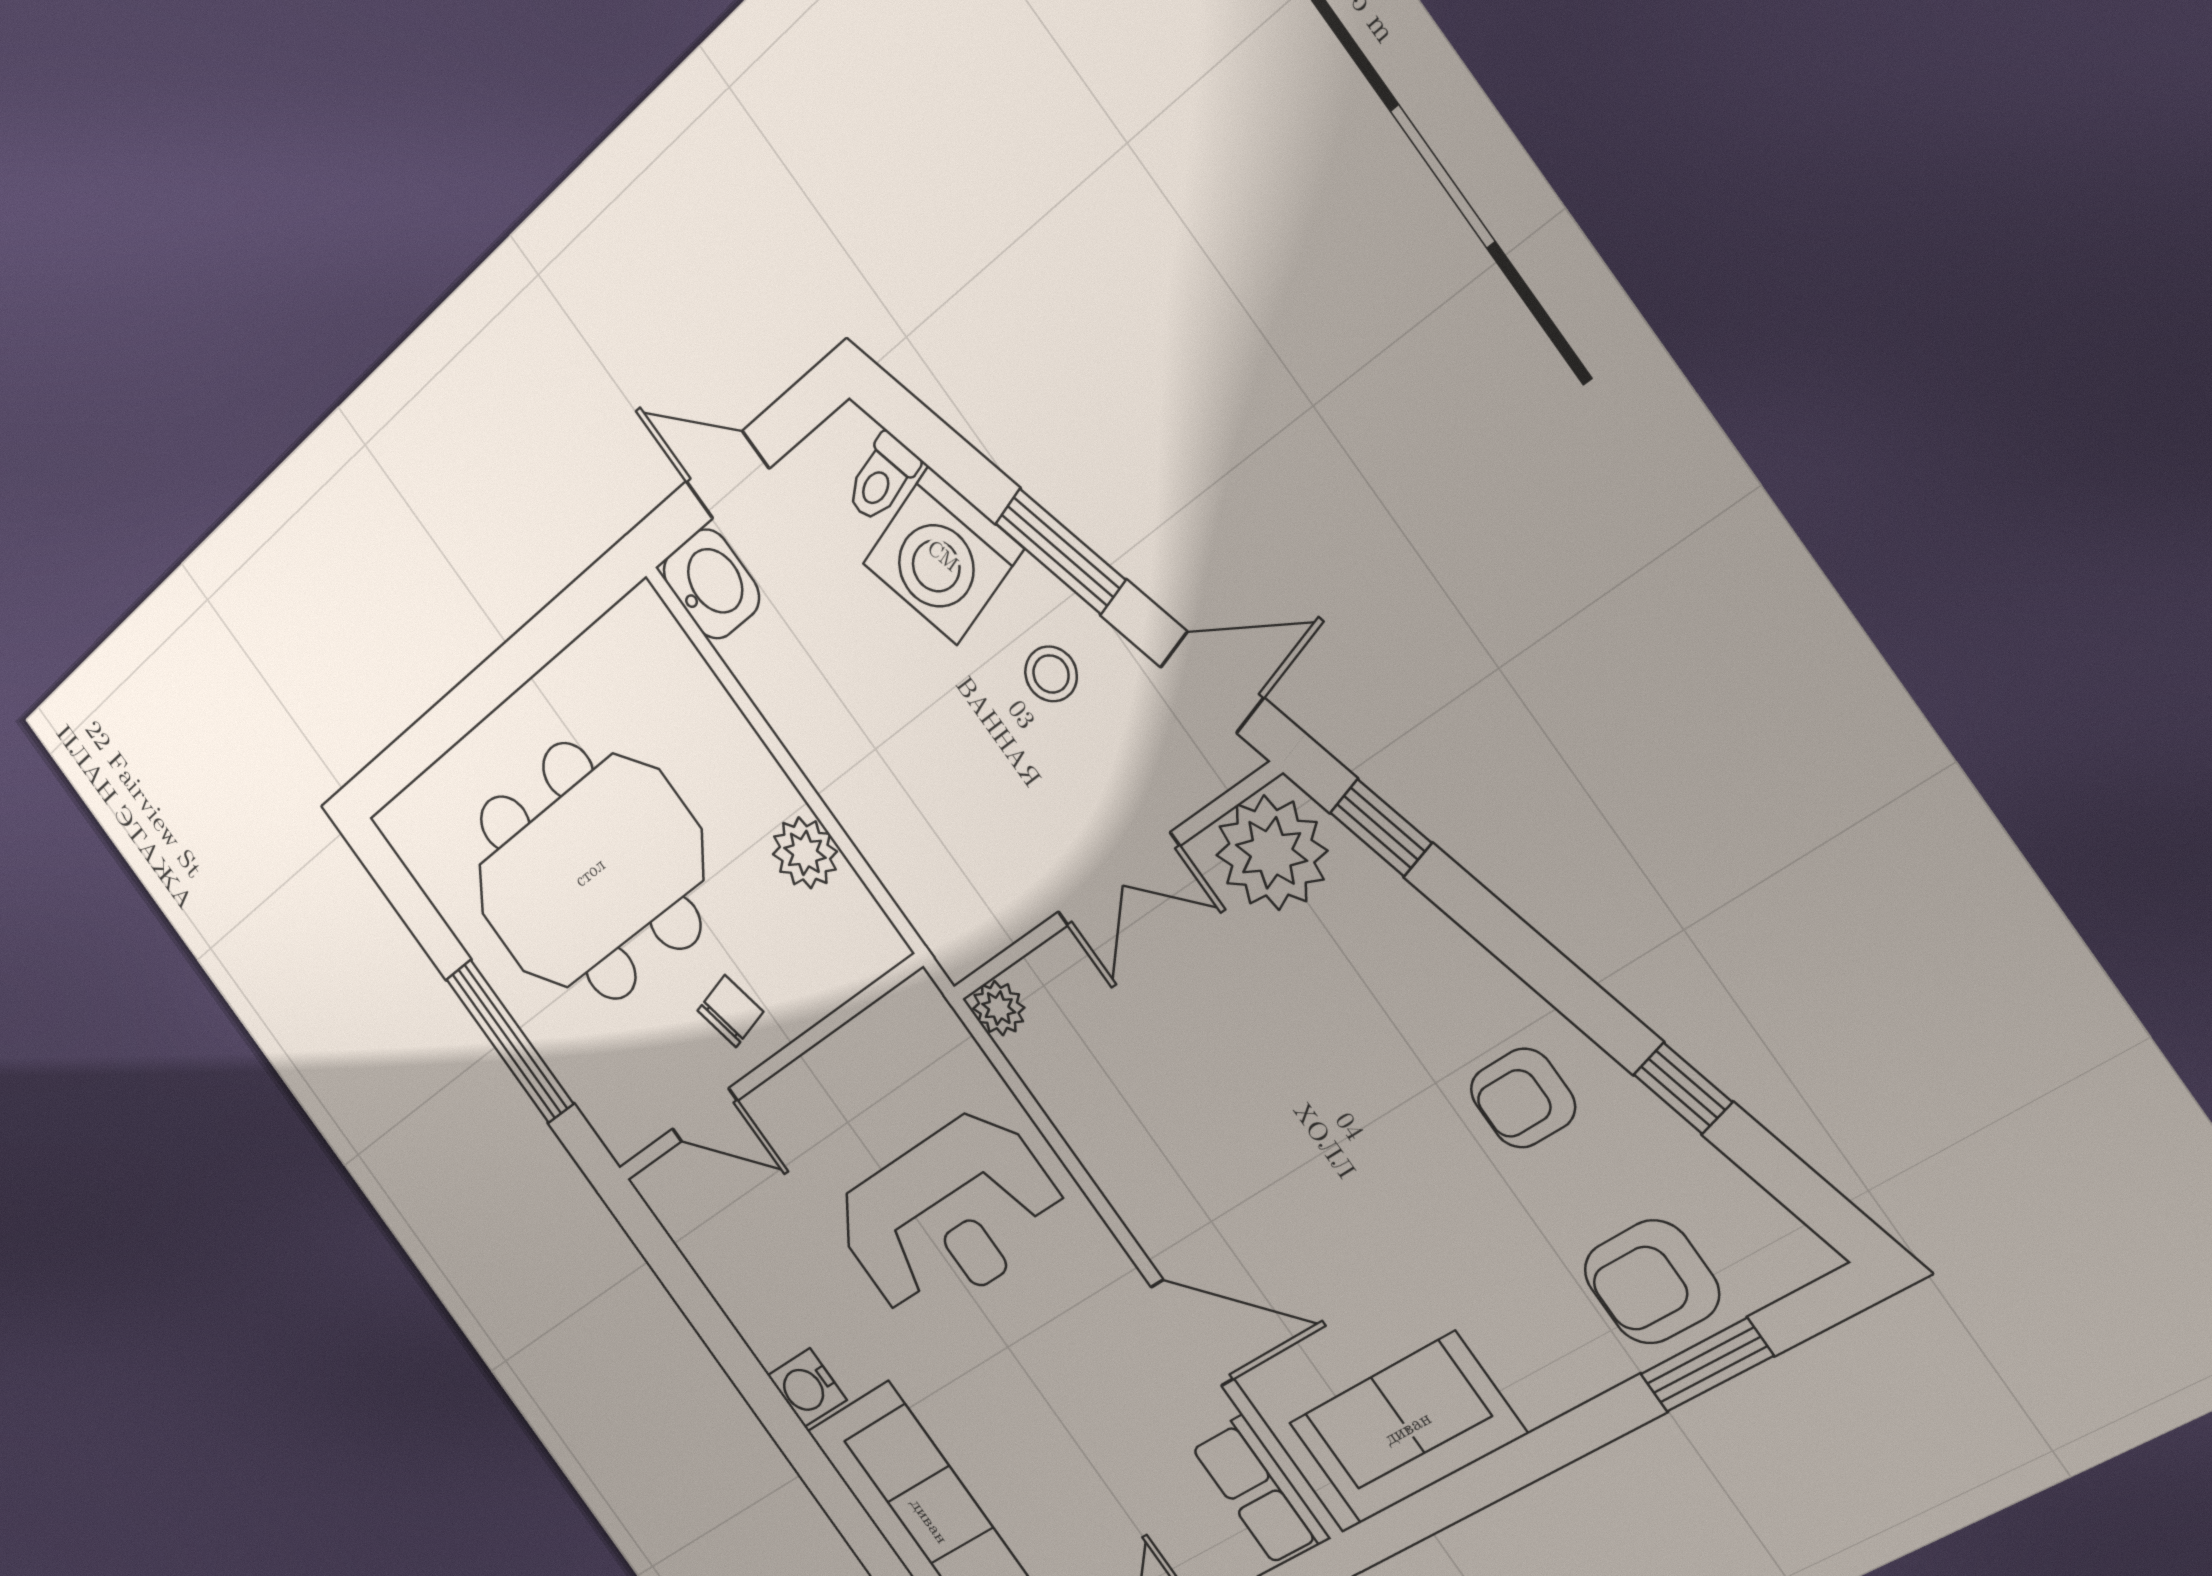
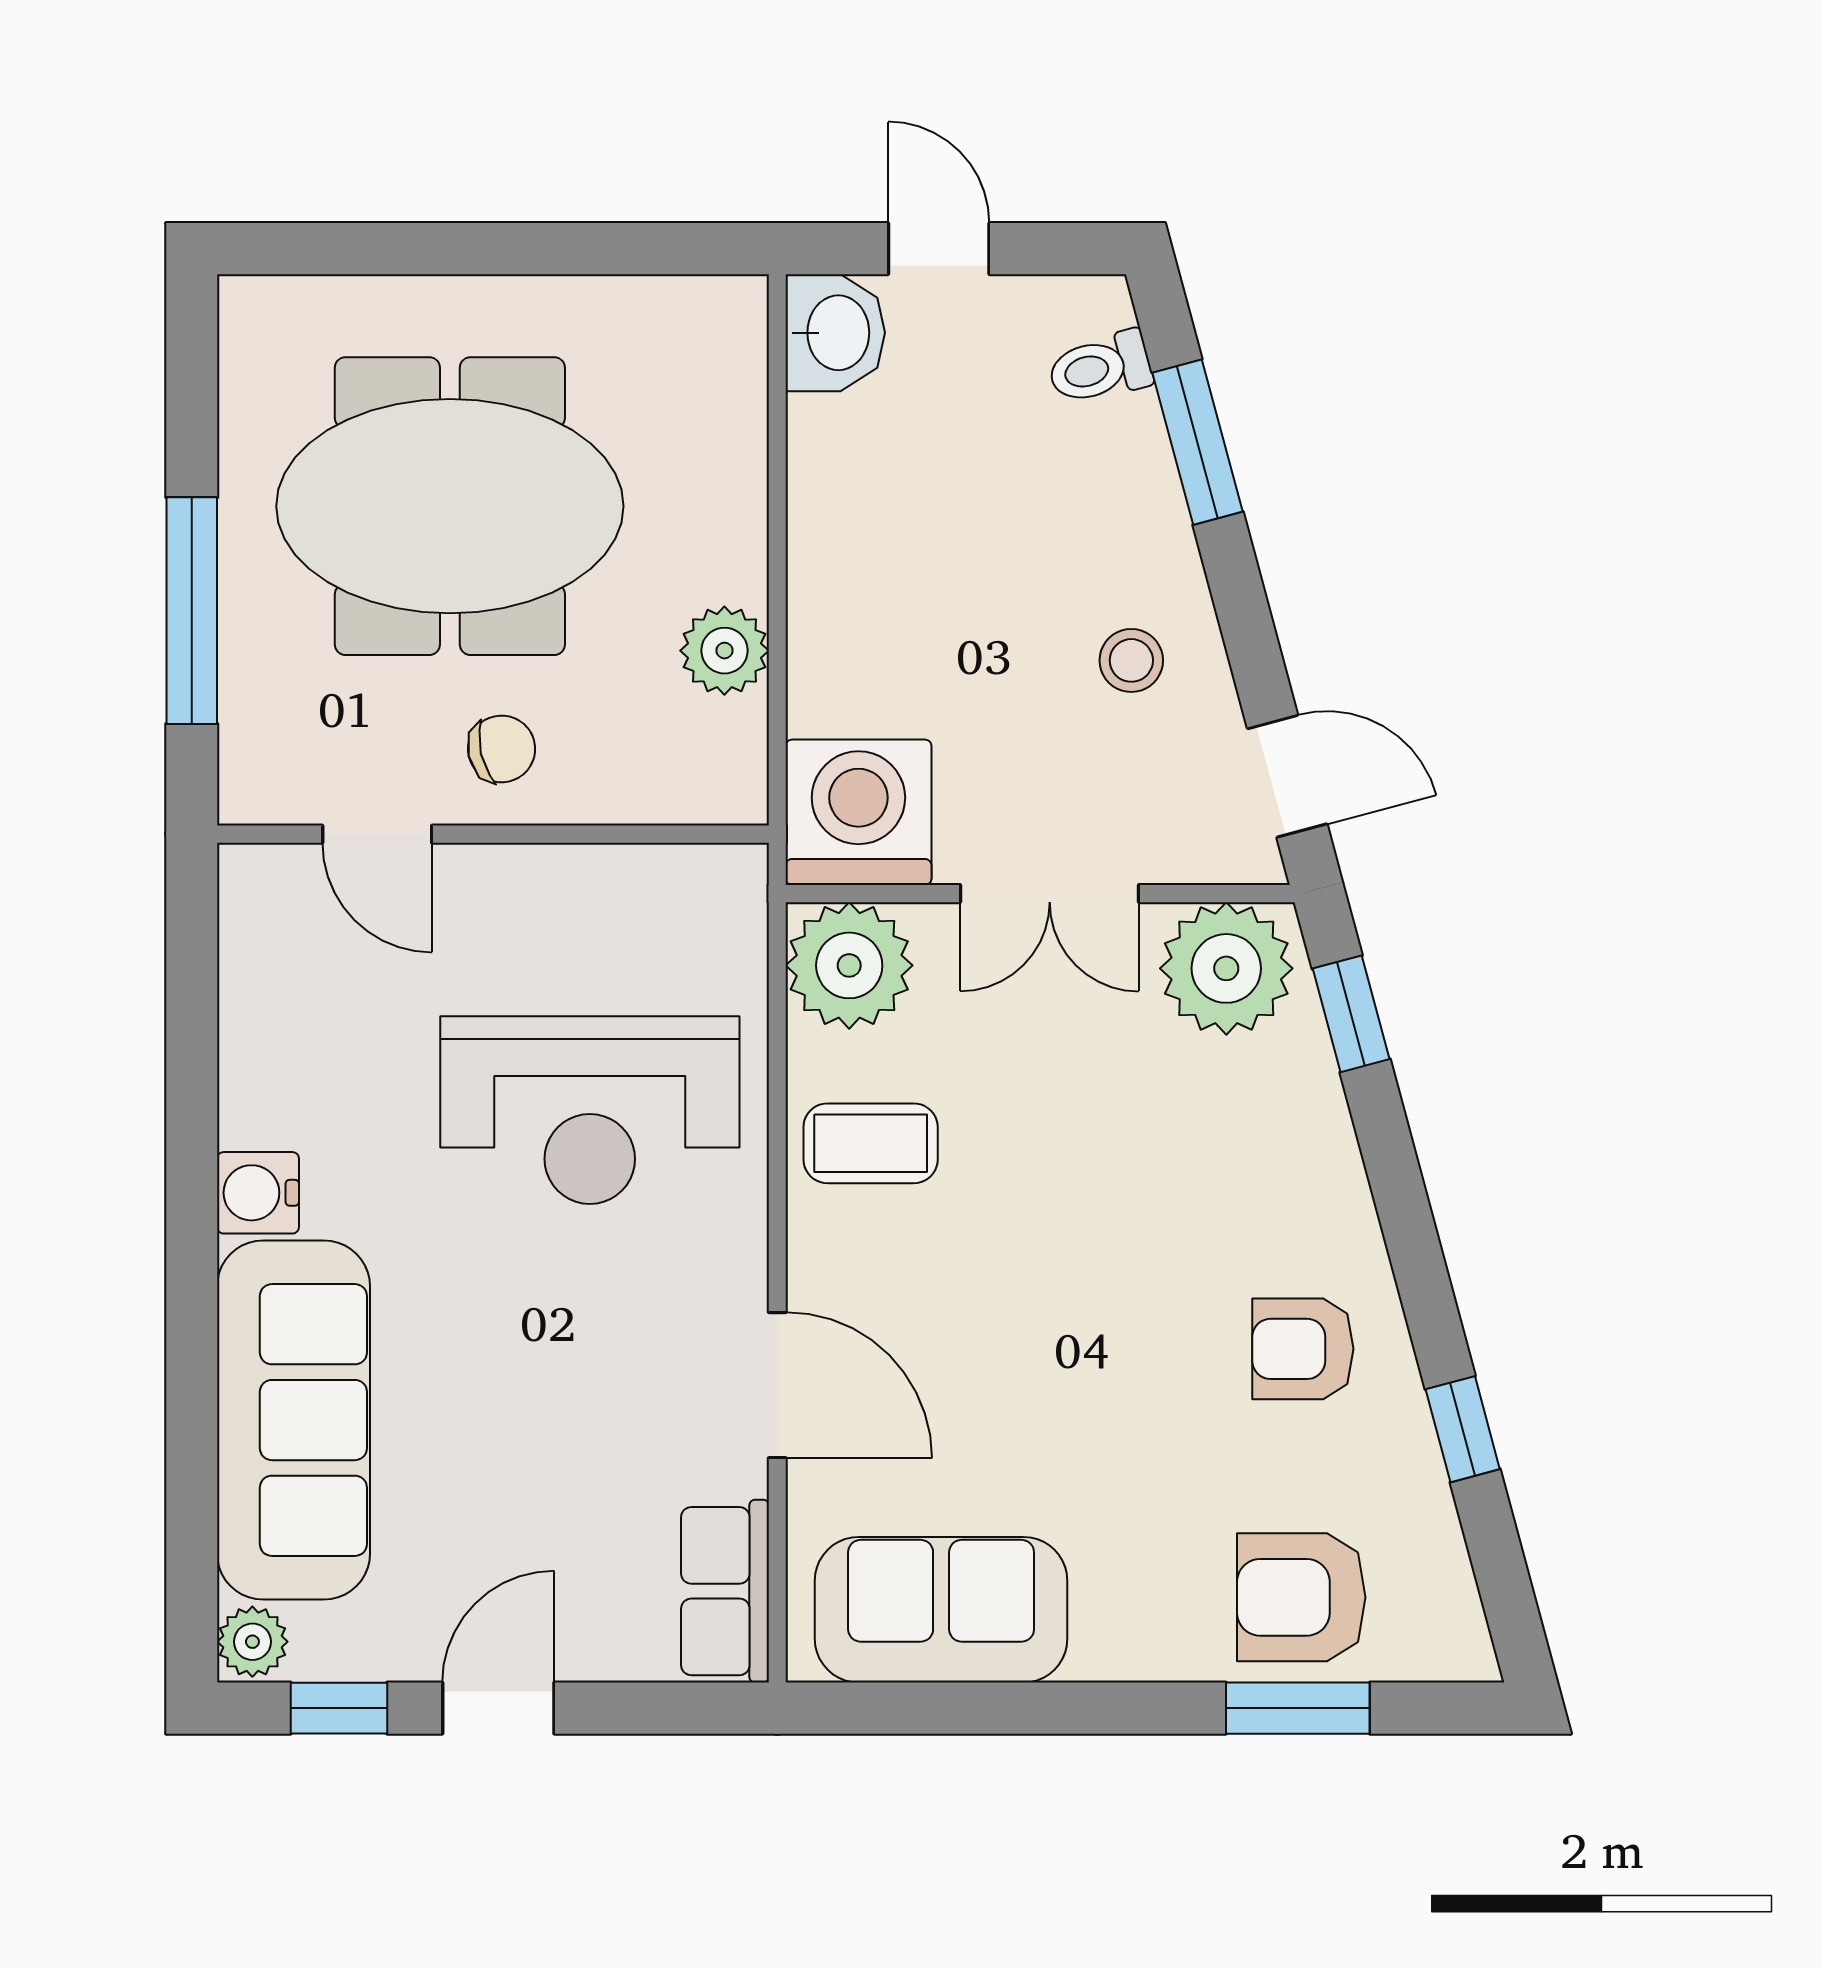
window: (1060, 552) -> (1197, 442), moved
washing machine: (943, 556) -> (858, 812), moved, turned 105
plant: (999, 1008) -> (849, 965), width x1.87, depth x1.87
coffee table: (1132, 1131) -> (871, 1143), added

